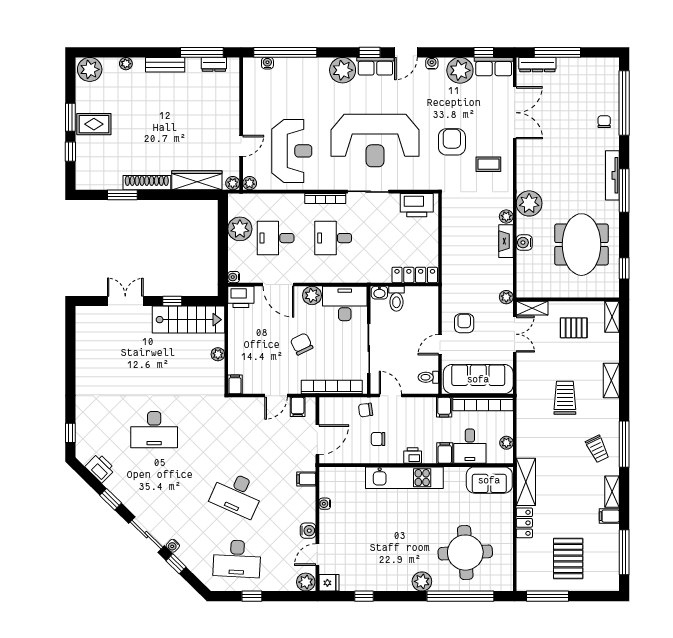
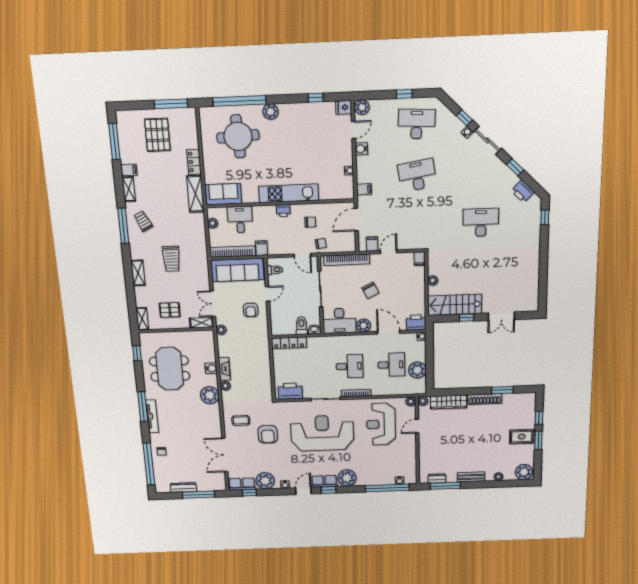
dresser: (537, 65) -> (183, 487), moved
filing cabinet: (445, 453) -> (259, 213), removed
desk: (237, 494) -> (417, 175), turned -33

